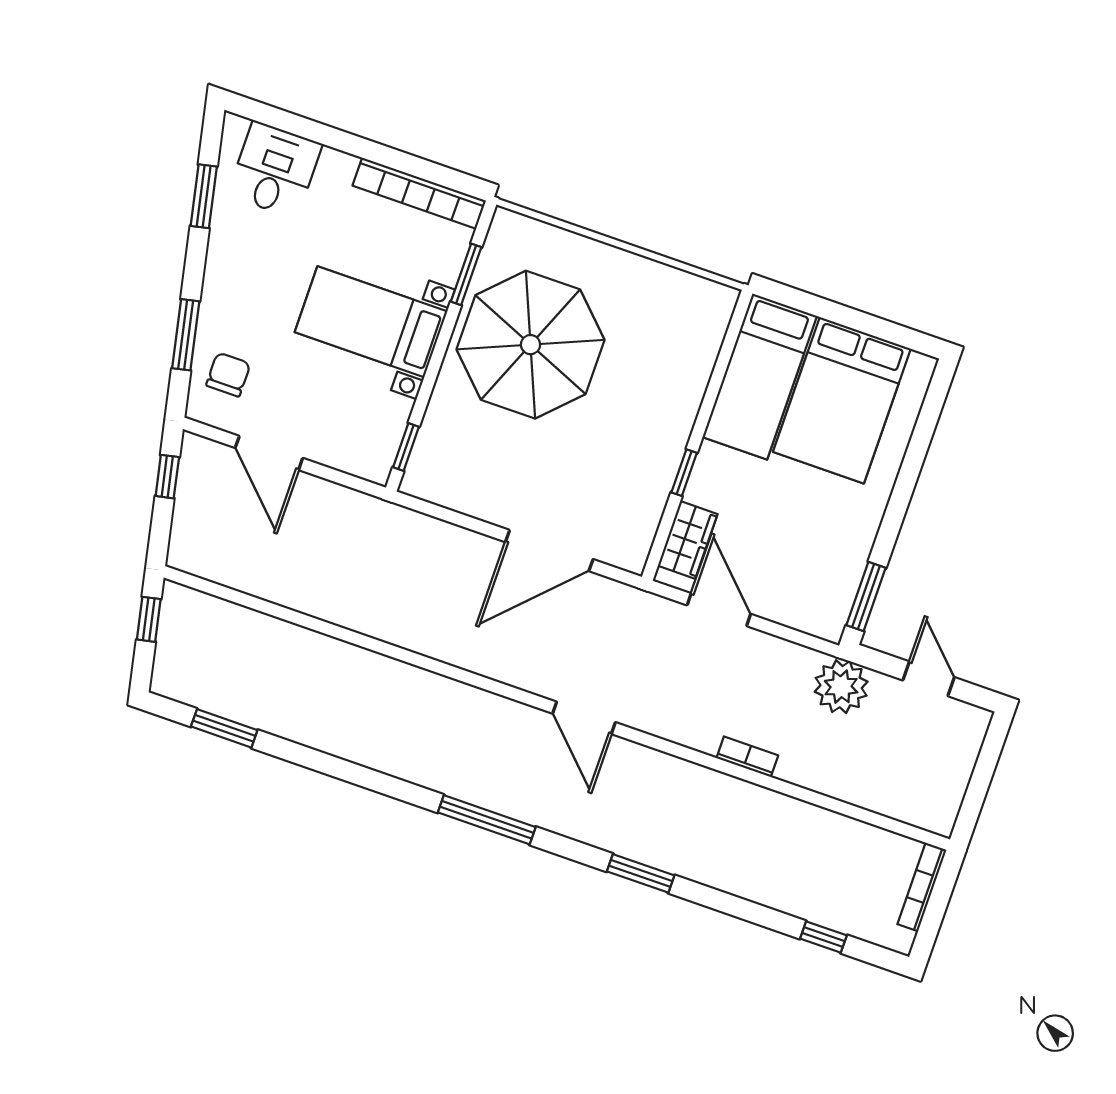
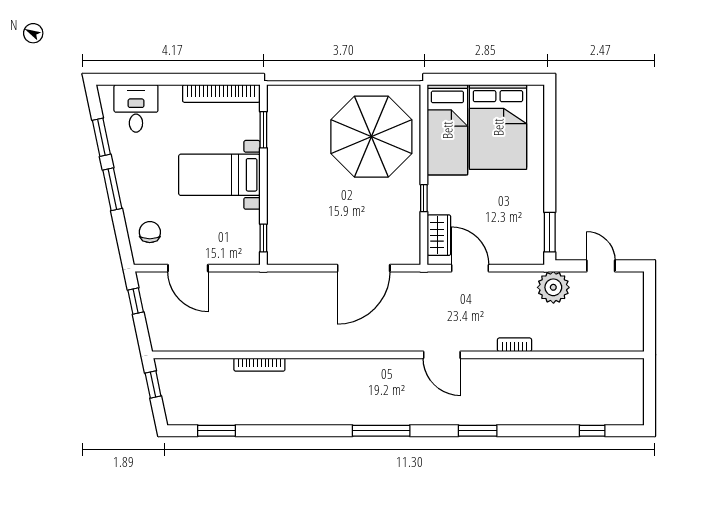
window: (186, 335) -> (112, 189), moved
parasol: (530, 345) -> (371, 137), moved
door: (584, 718) -> (442, 355), moved
bookcase: (922, 887) -> (259, 365), moved, turned -90

